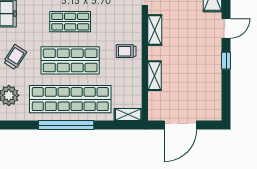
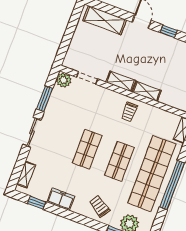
shop shelf: (70, 60) -> (119, 161), width x0.70, depth x0.74
shelving: (154, 76) -> (147, 91), moved

